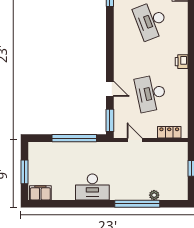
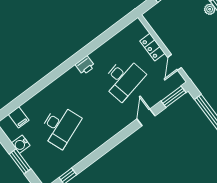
printer: (182, 62) -> (85, 65), moved
locker: (169, 132) -> (152, 47), moved

